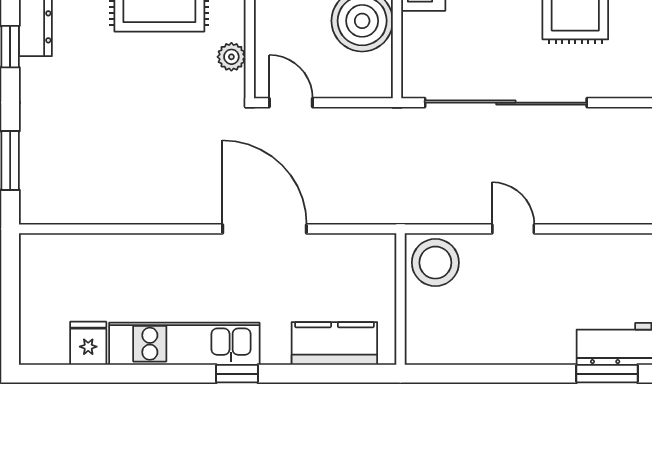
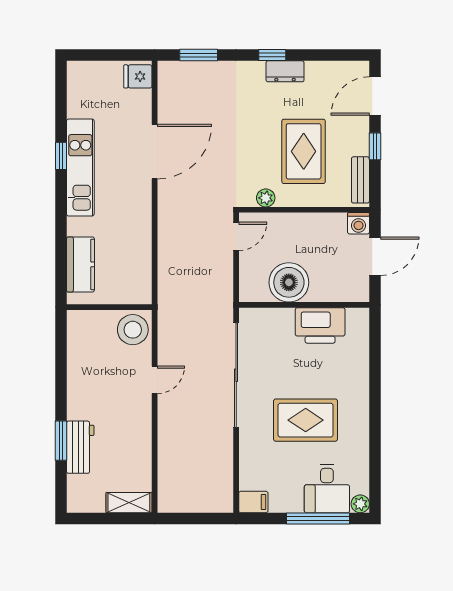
door: (265, 229) -> (155, 152), moved
fridge: (88, 343) -> (138, 76), moved, turned 180
window: (237, 374) -> (61, 156), moved

